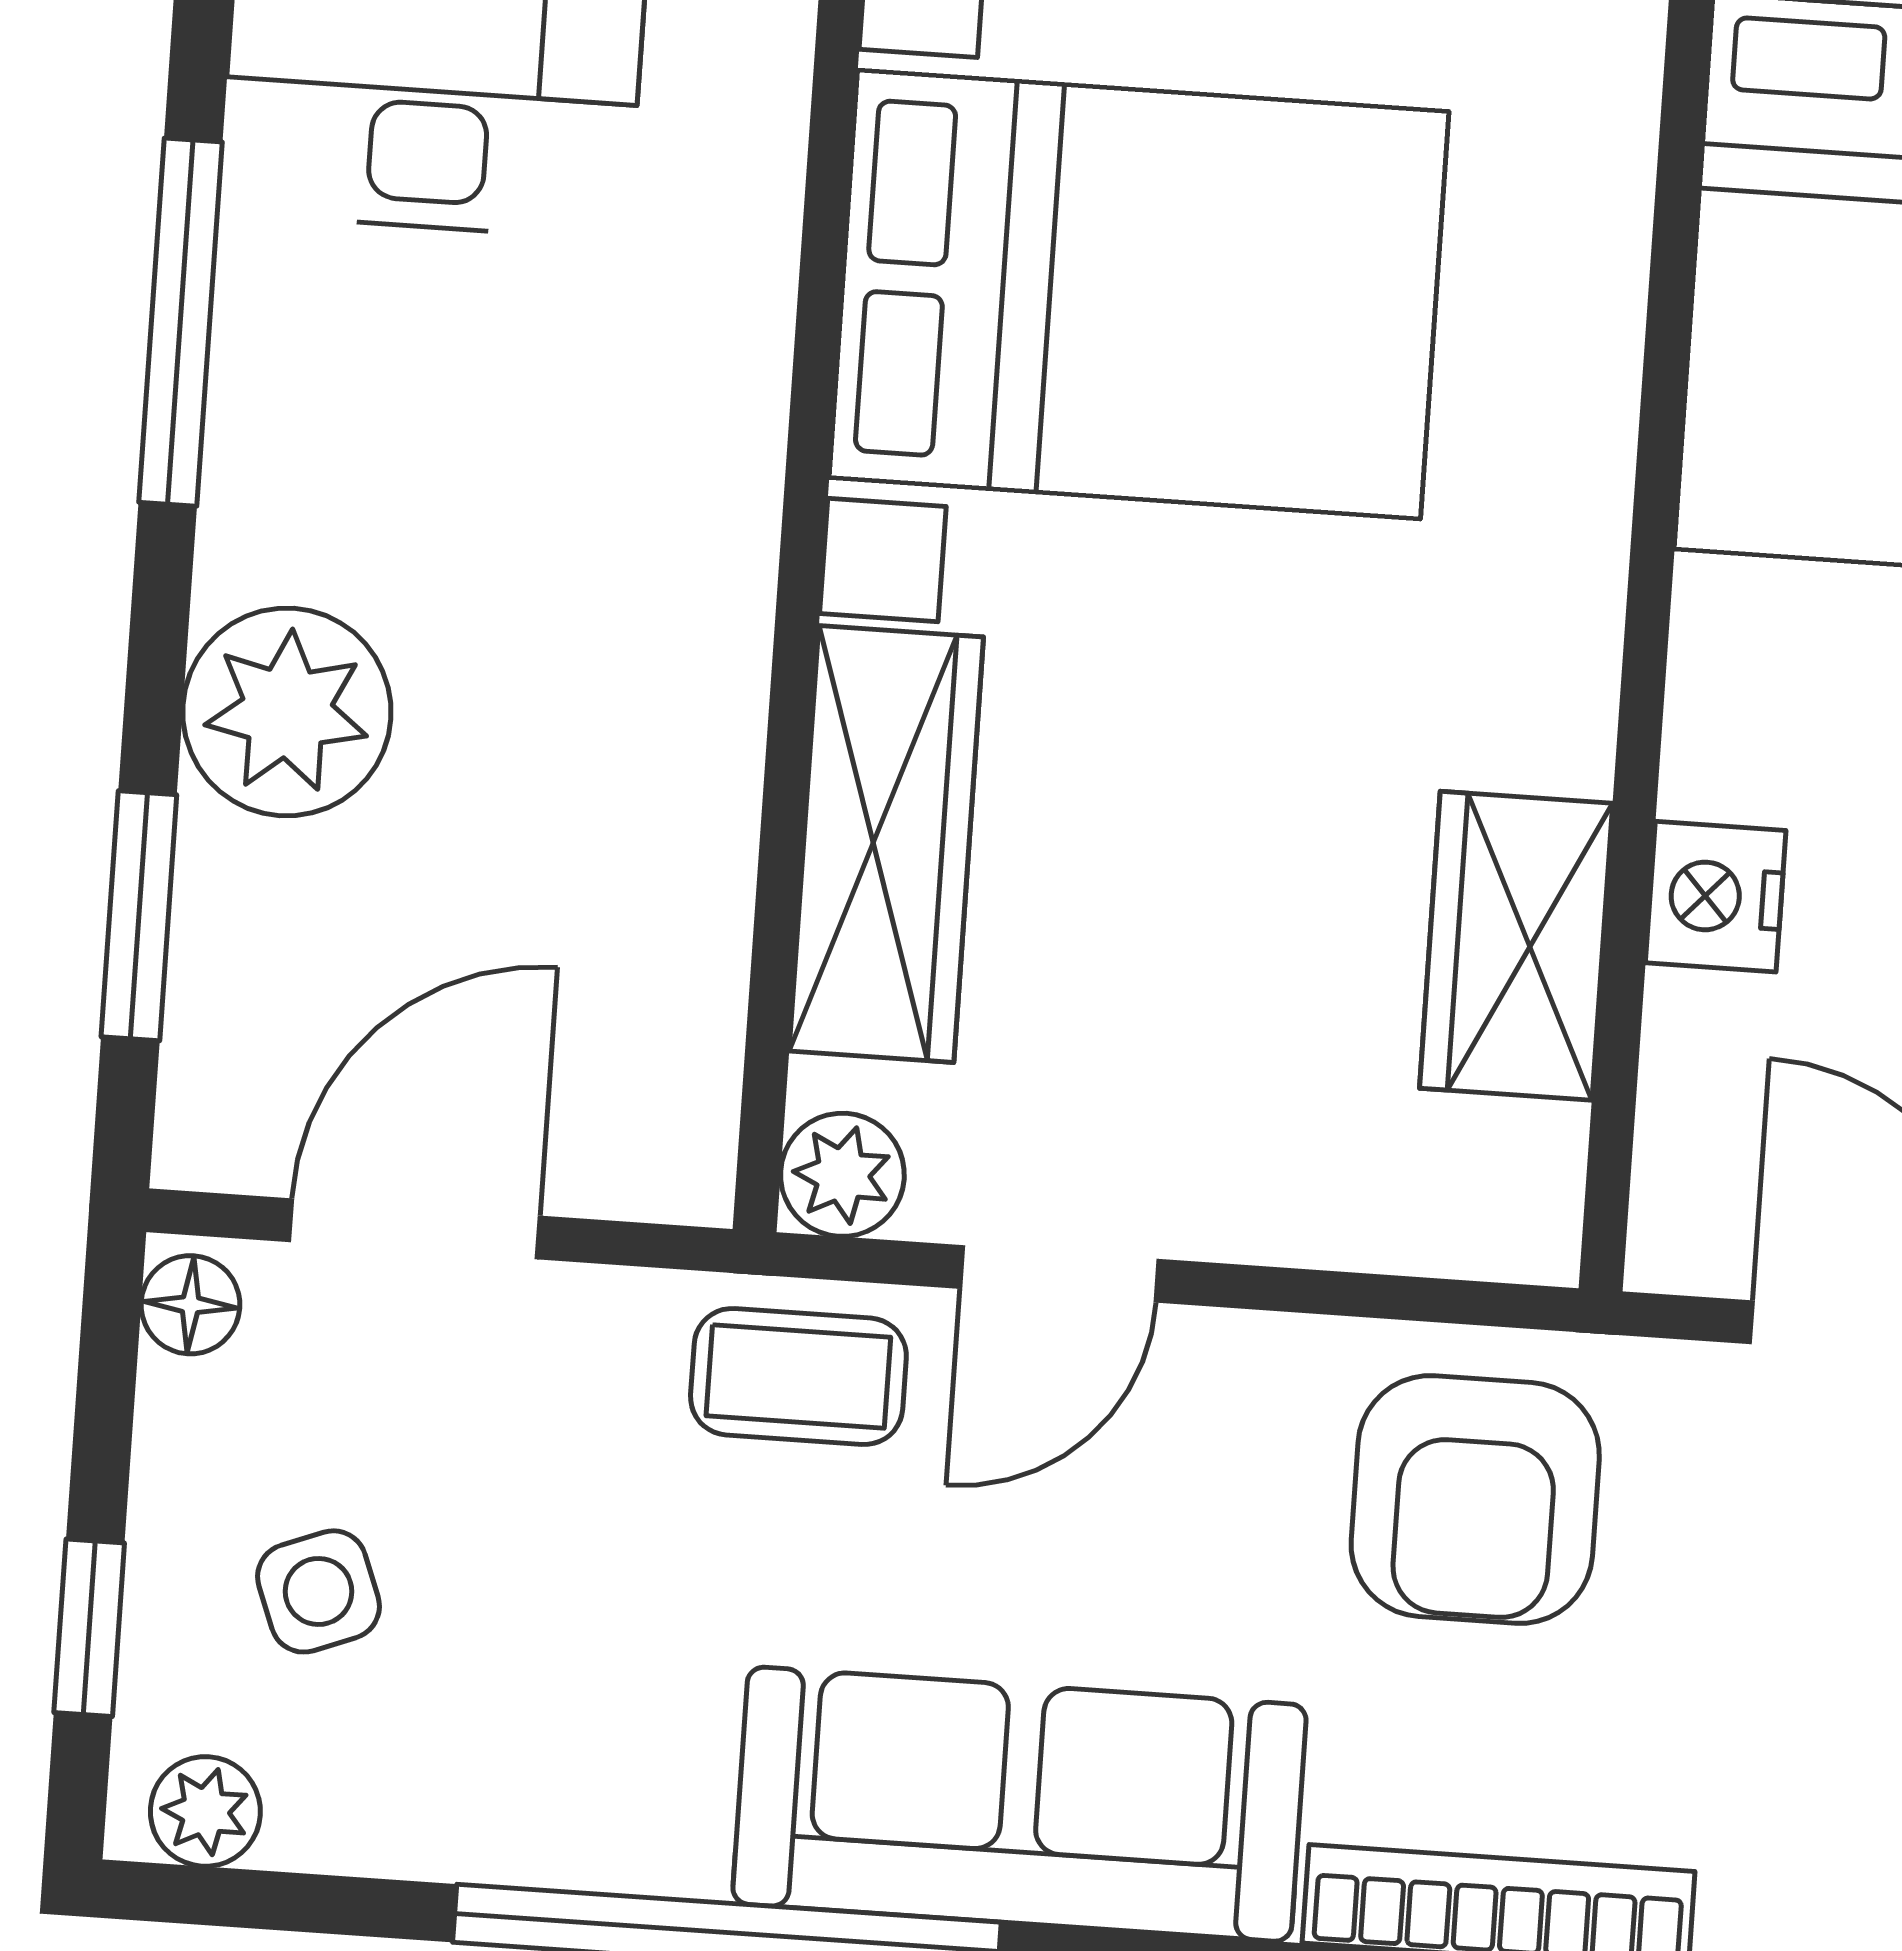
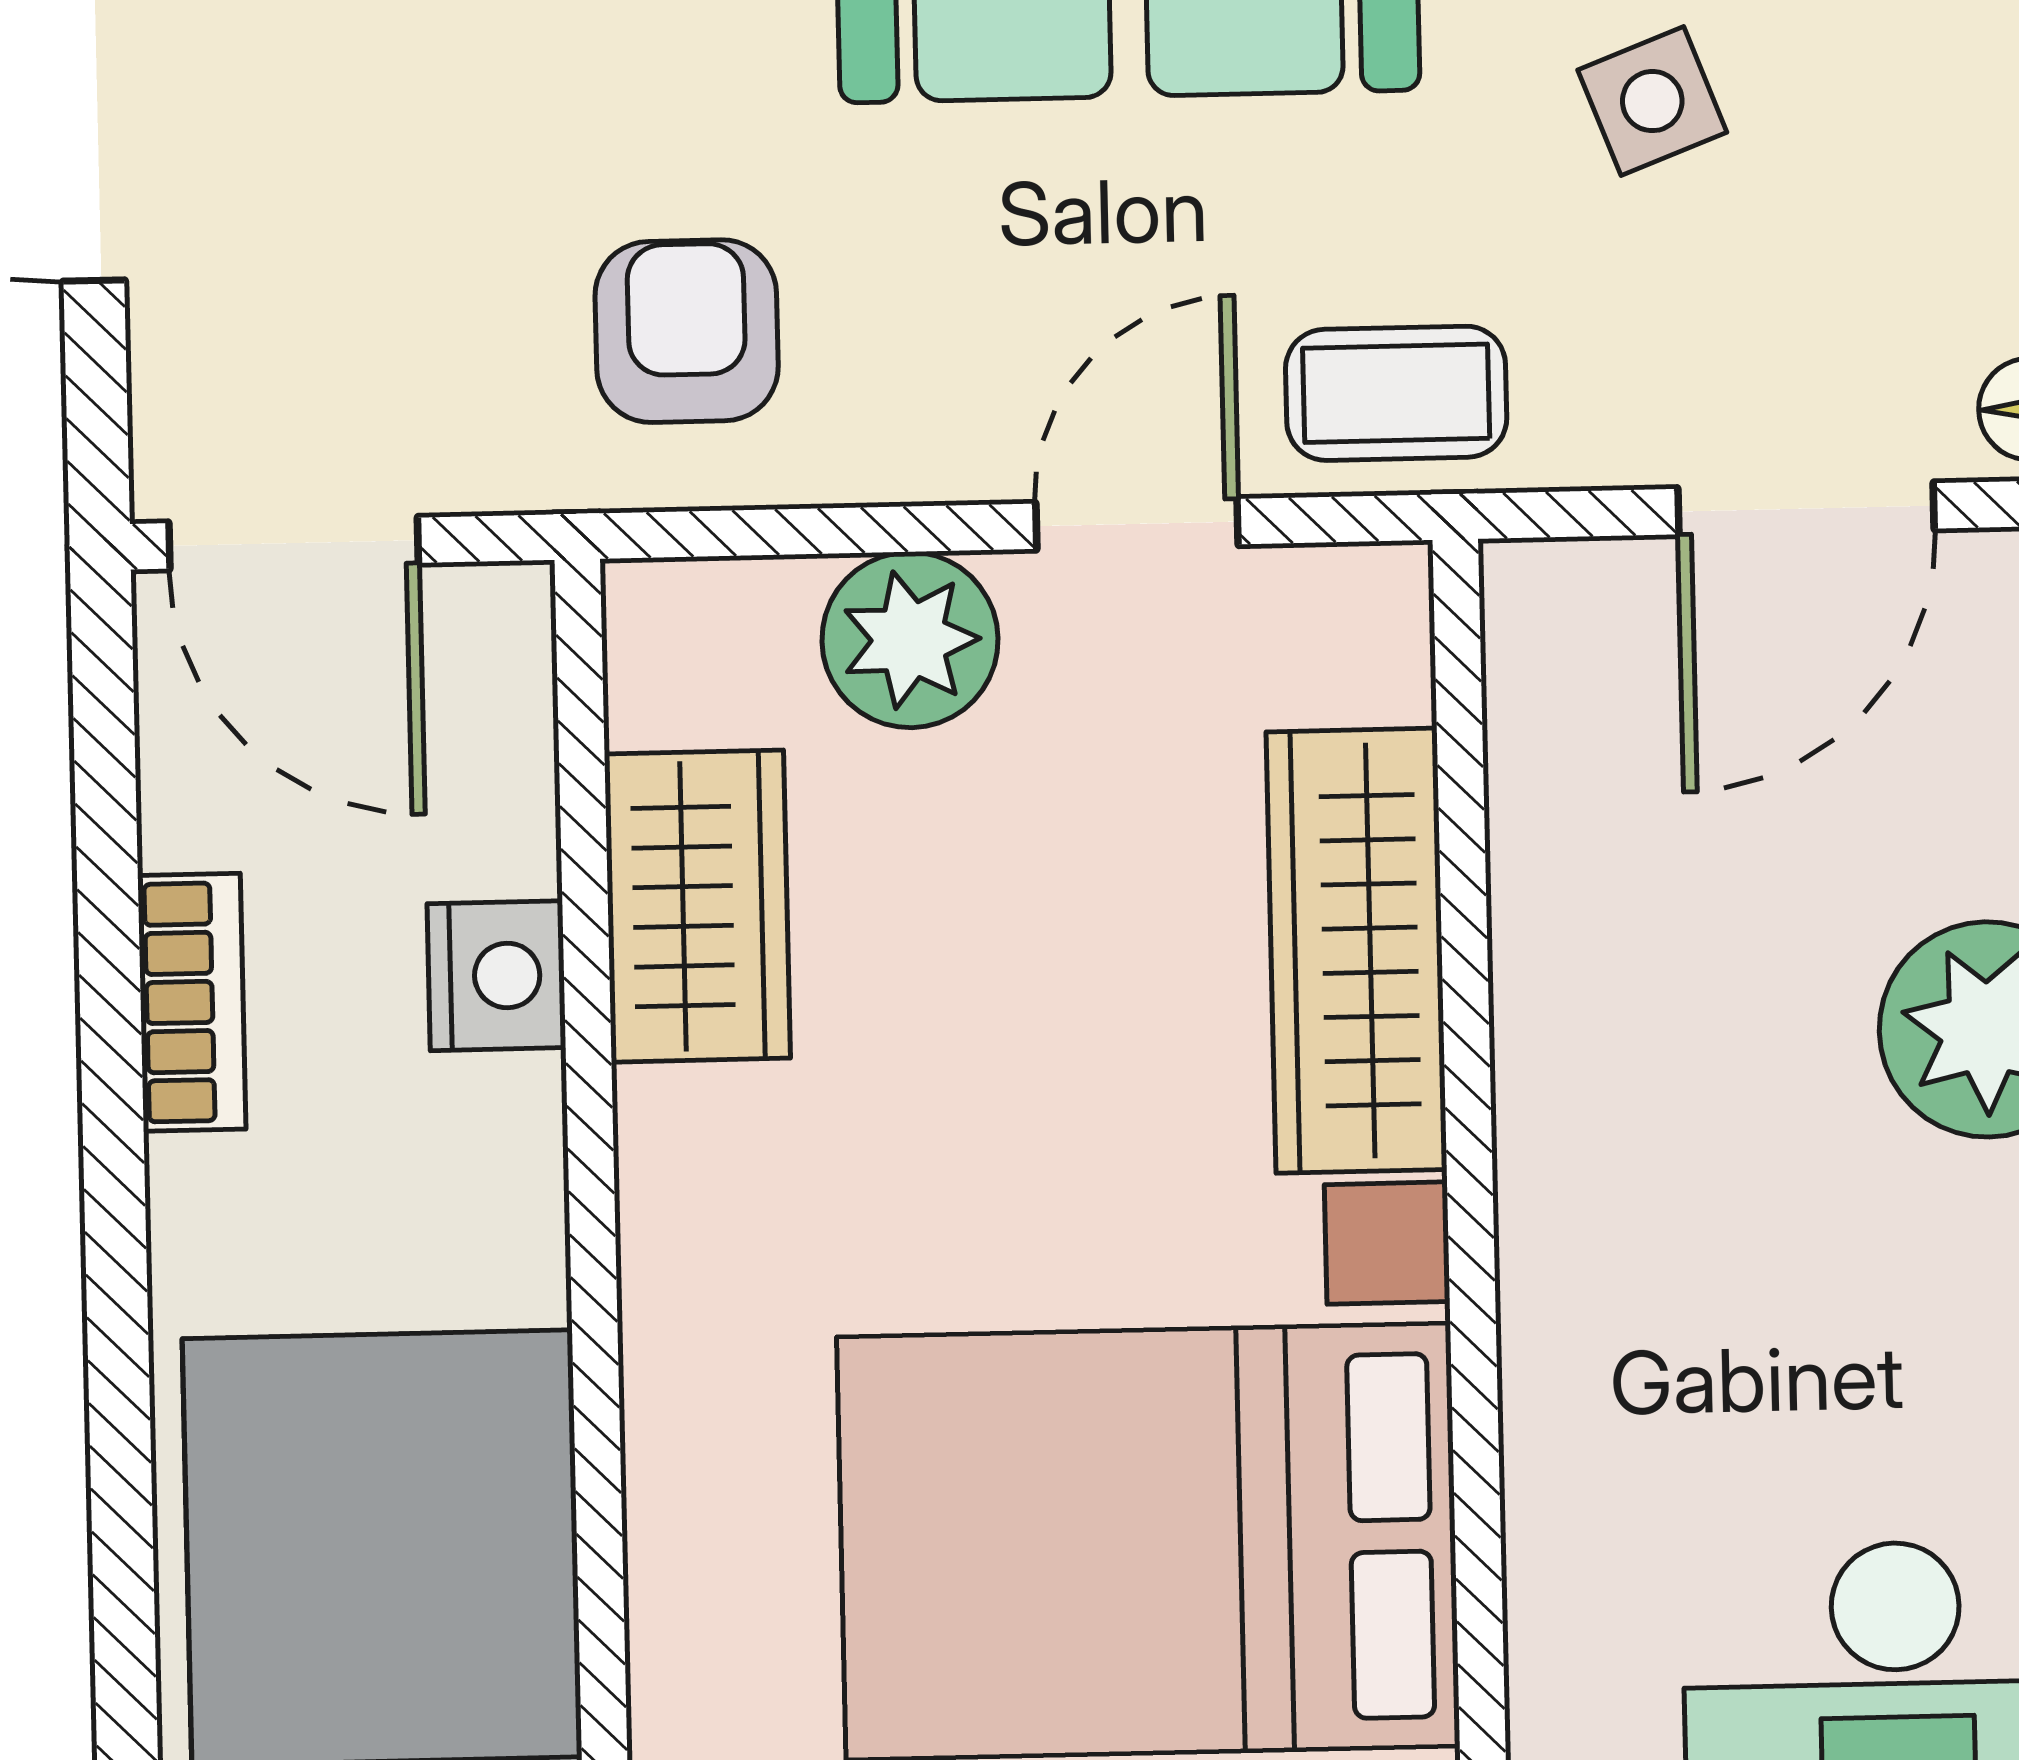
plant: (842, 1175) -> (910, 640), moved, width x1.38, depth x1.38
armchair: (1475, 1500) -> (687, 331), width x0.72, depth x0.72
side table: (319, 1591) -> (1652, 101), moved

